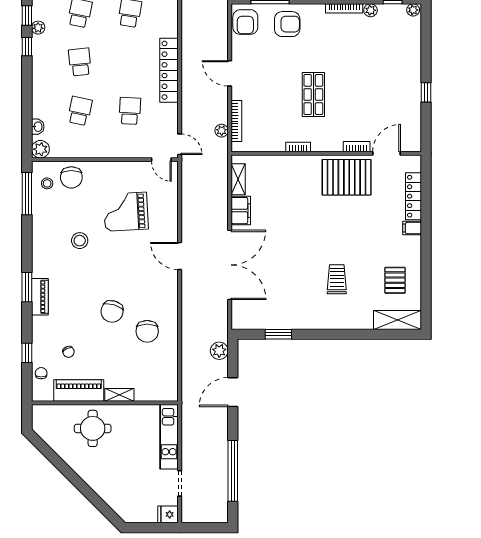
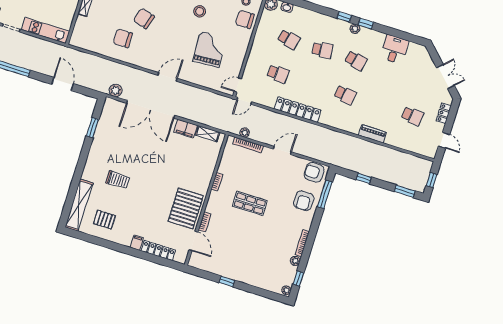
shelving: (397, 320) -> (79, 205), width x1.47
plant: (219, 351) -> (116, 90), moved

